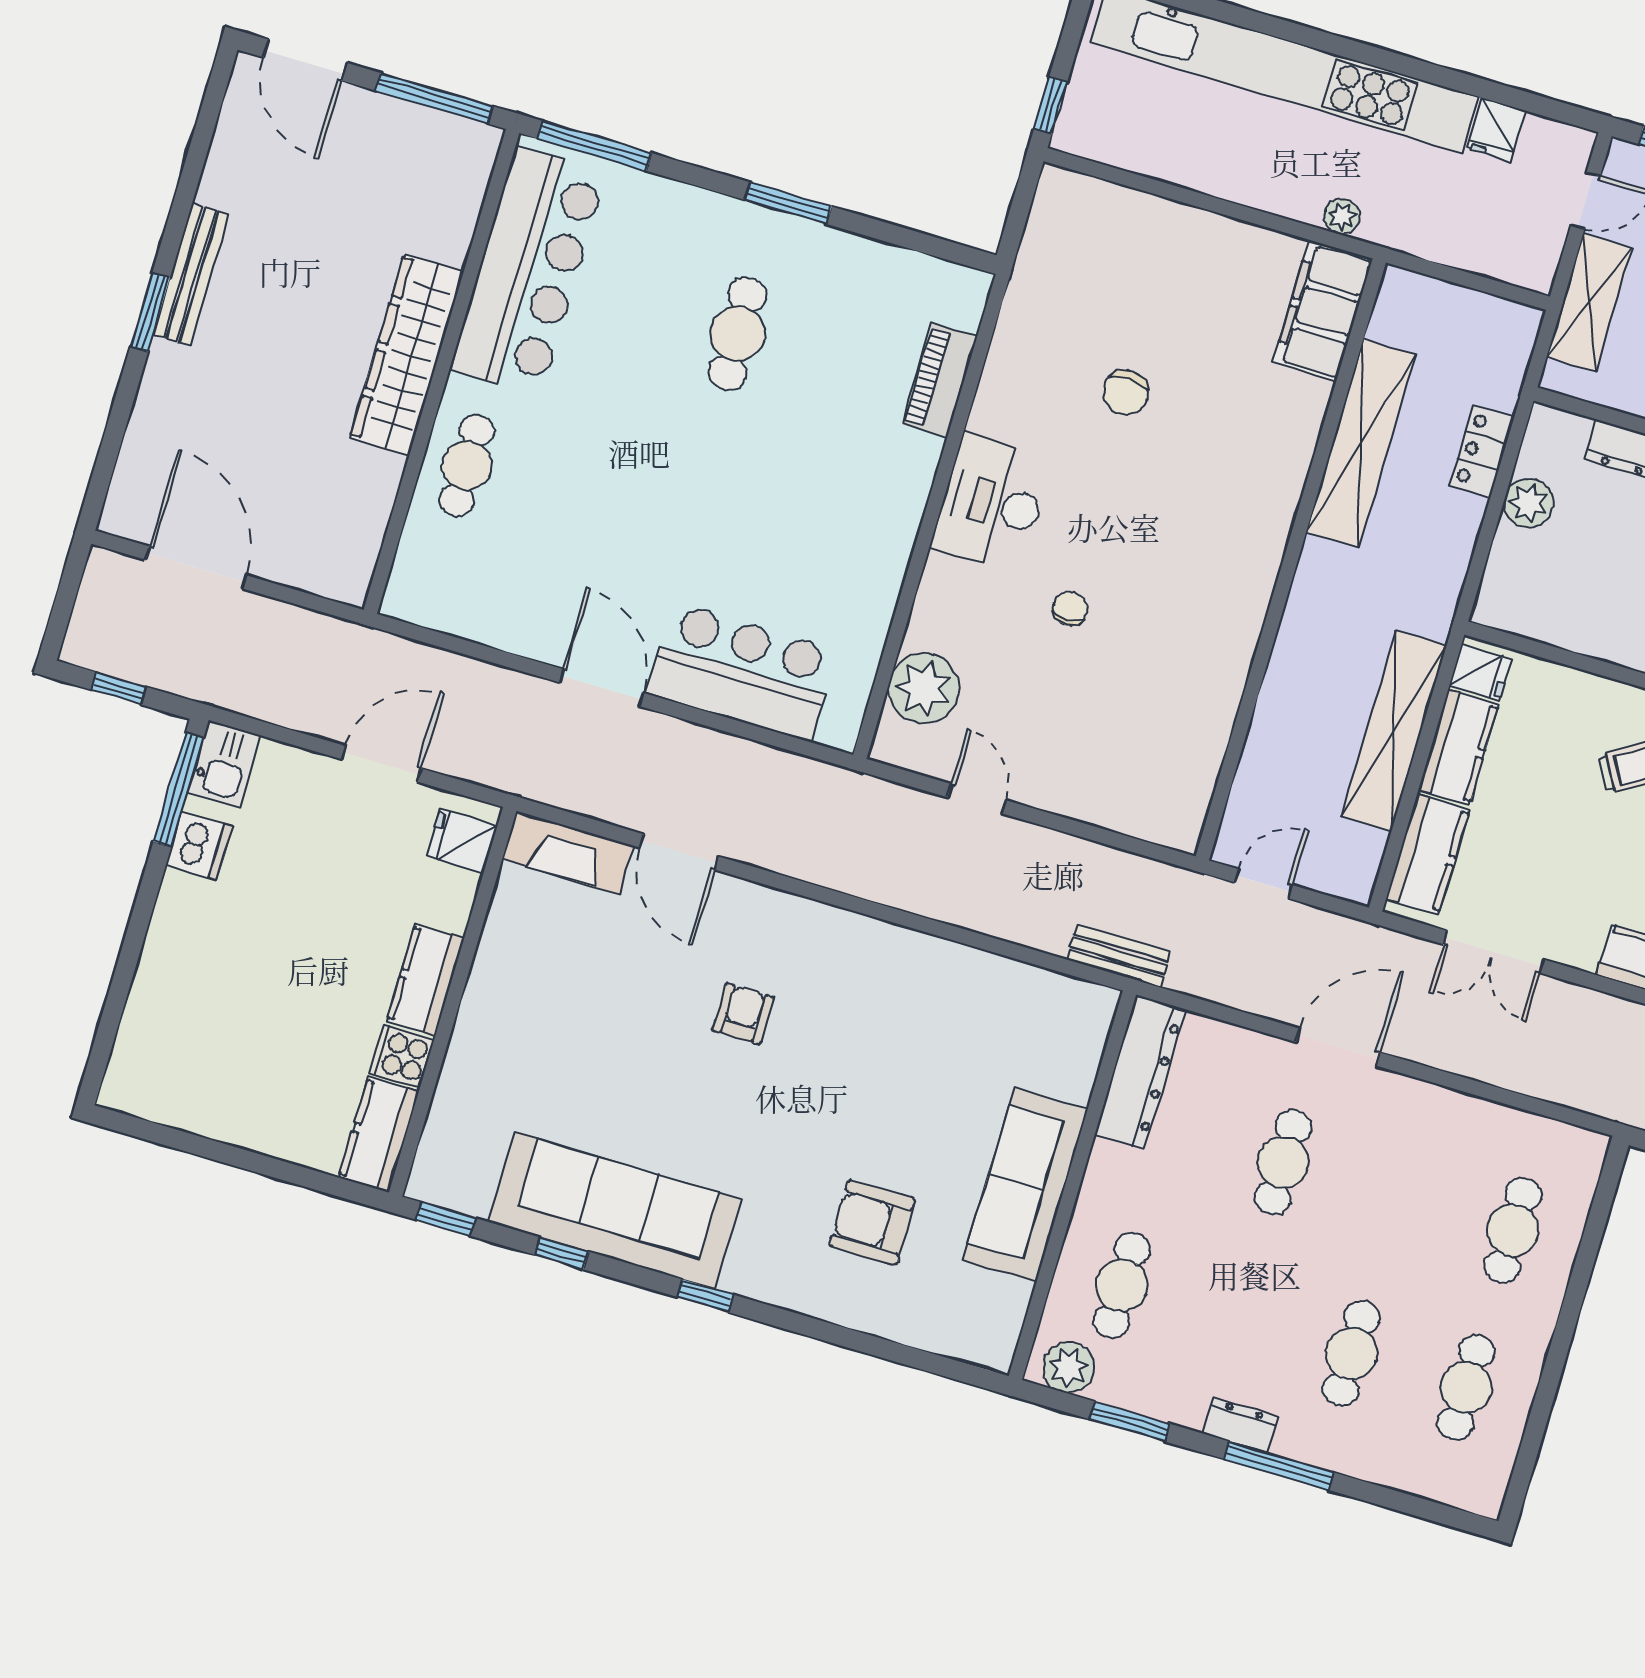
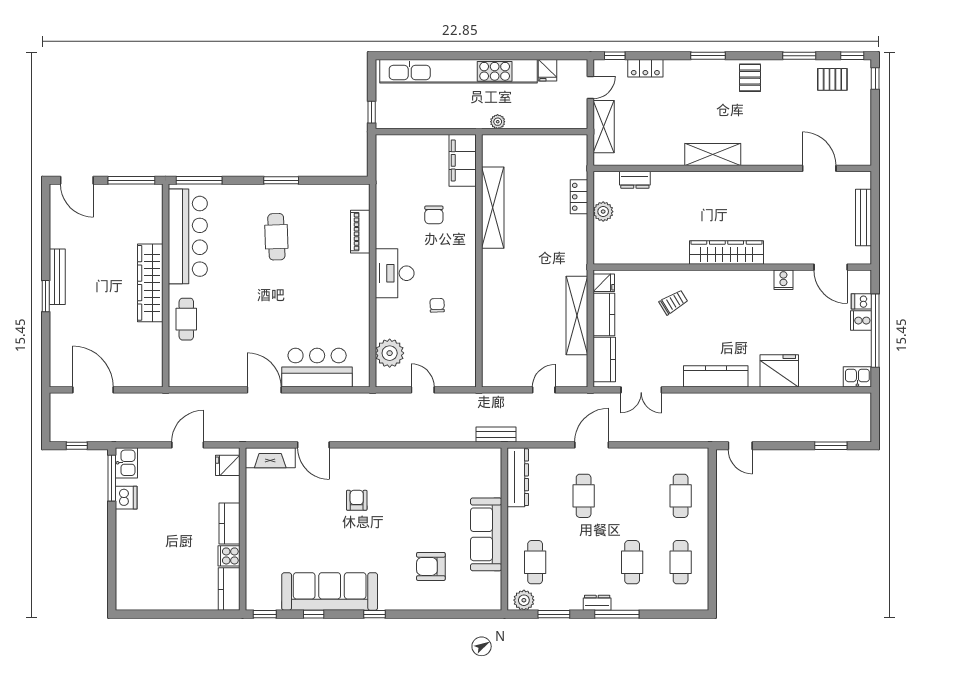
filing cabinet: (1323, 310) -> (463, 160), moved
shelving: (1361, 443) -> (493, 208), moved
wall: (1291, 559) -> (479, 261), moved

